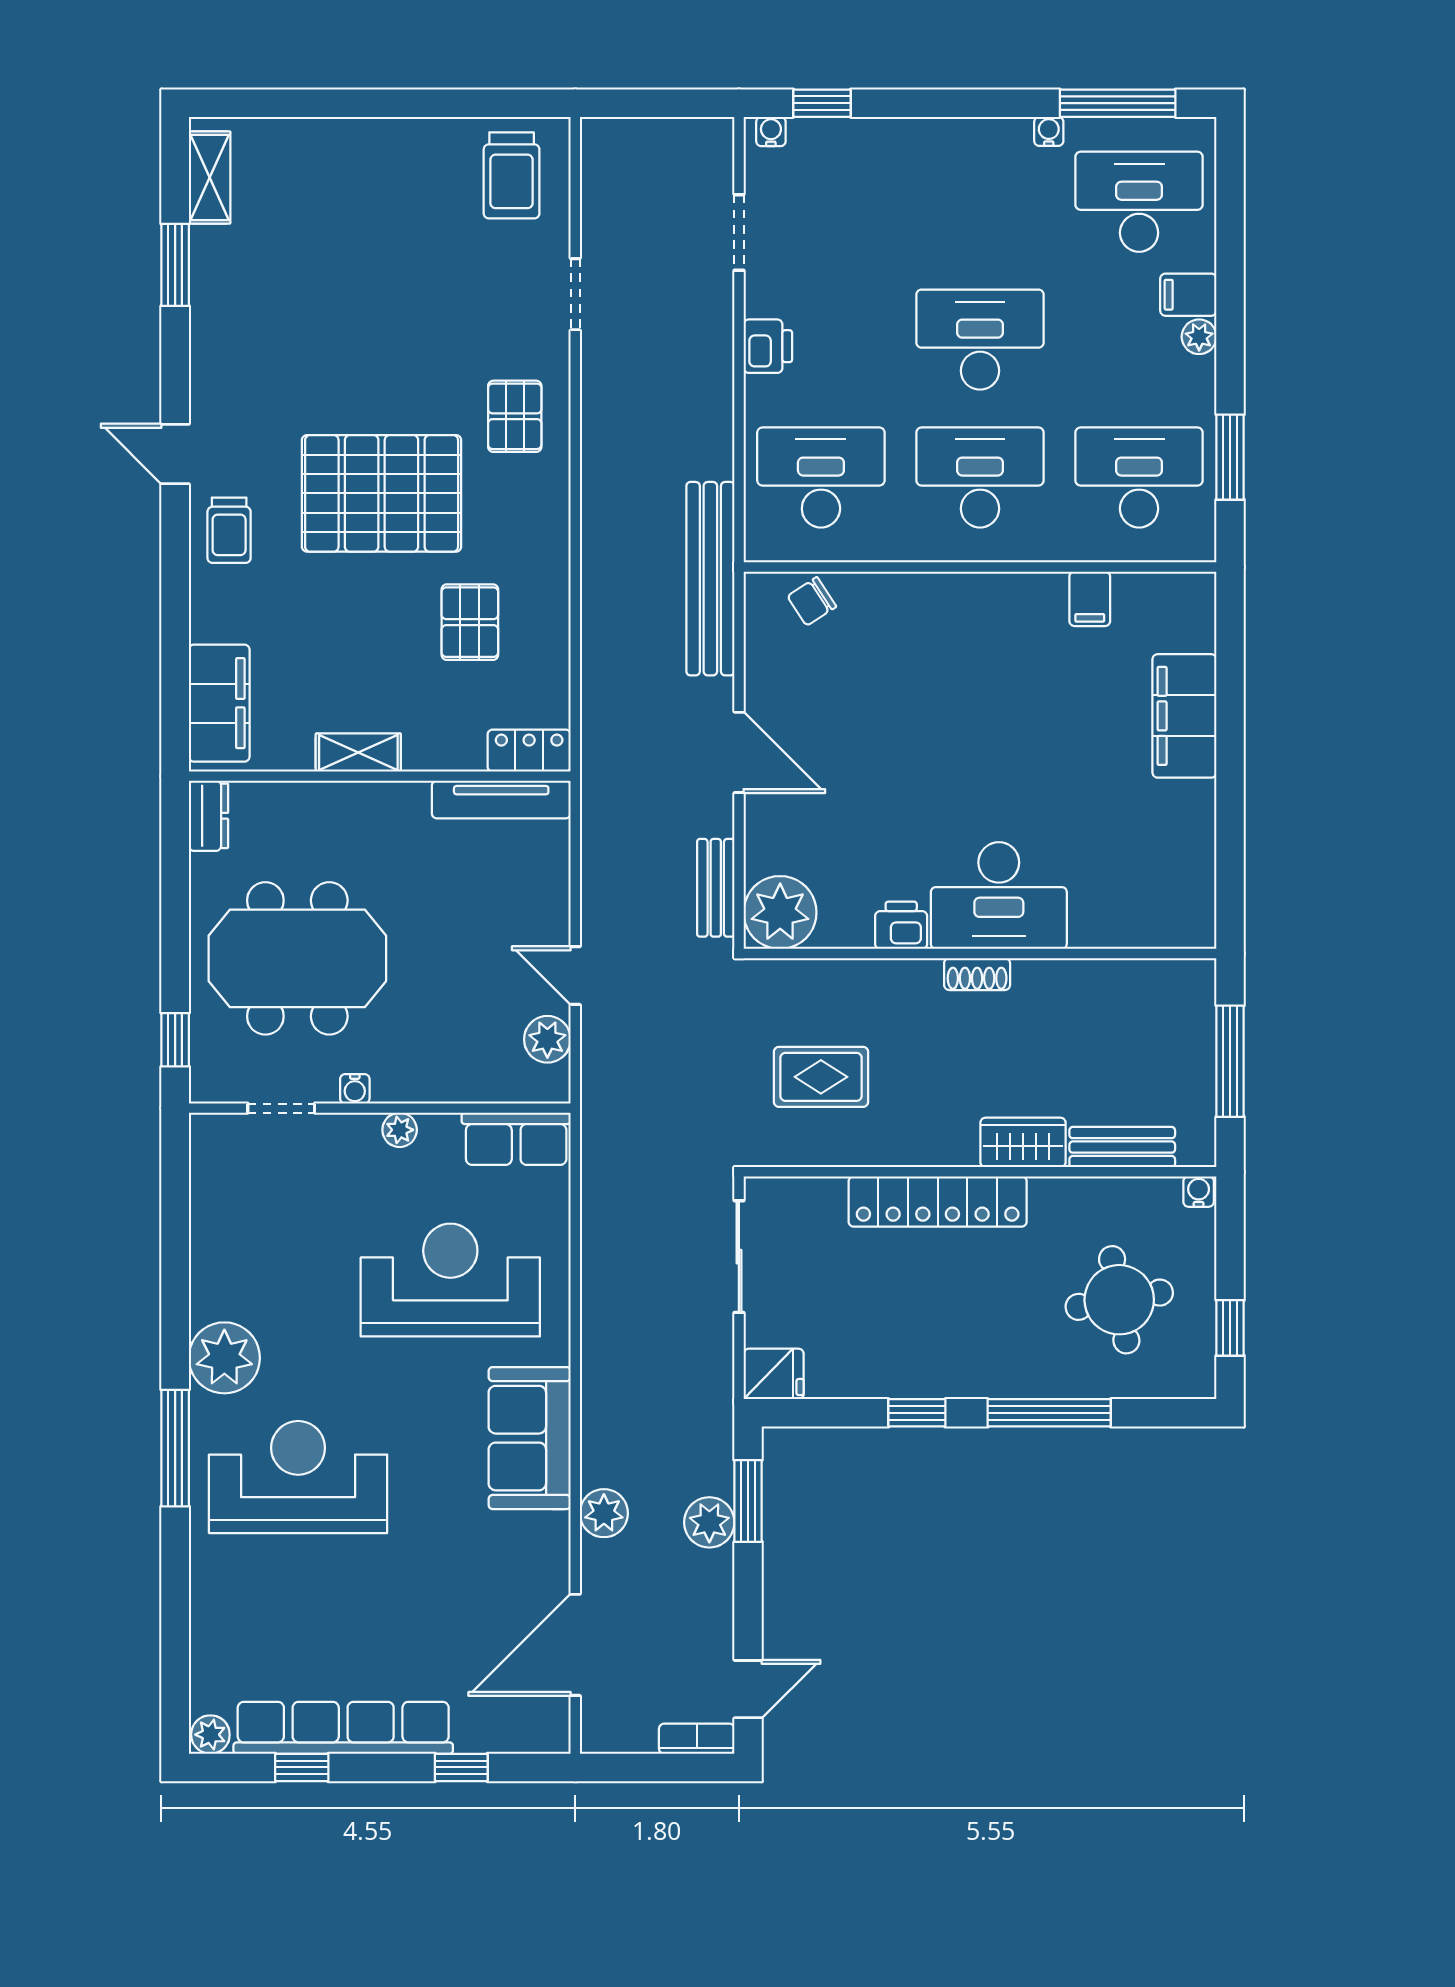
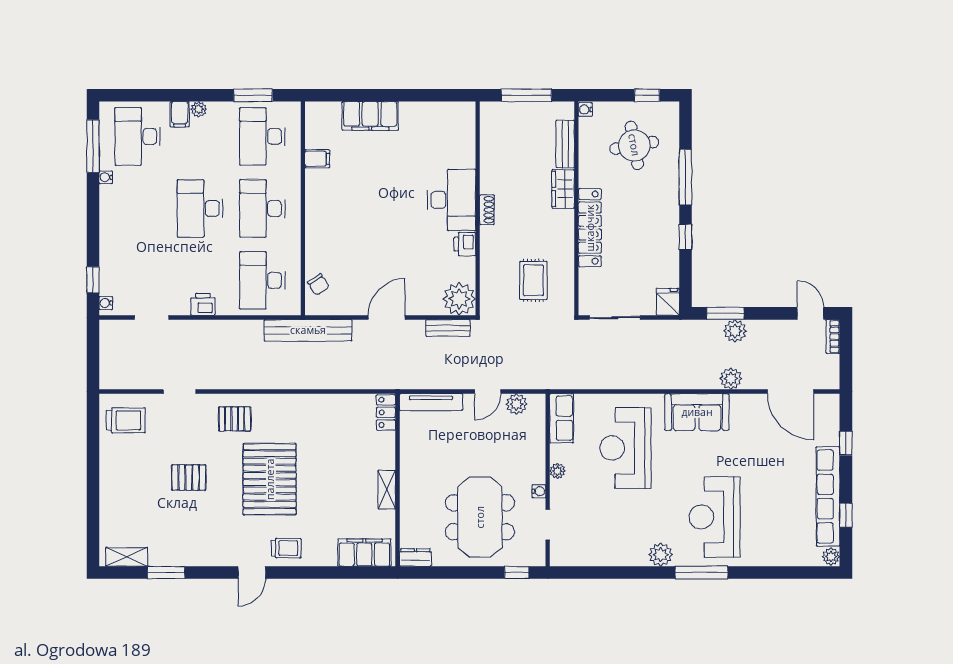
pallet: (470, 622) -> (189, 477), moved
tv unit: (501, 800) -> (431, 402), moved, turned 90
plant: (224, 1358) -> (661, 555), width x0.73, depth x0.73

